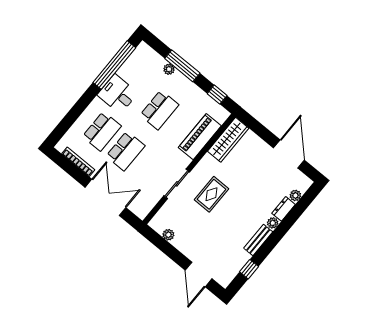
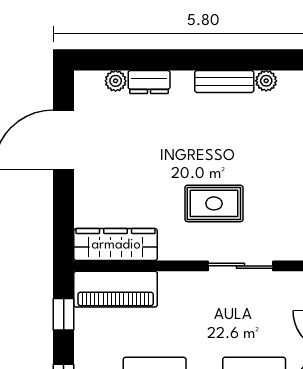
piano: (200, 137) -> (116, 289), moved
plant: (273, 223) -> (266, 81), moved
window: (249, 269) -> (277, 60), removed

